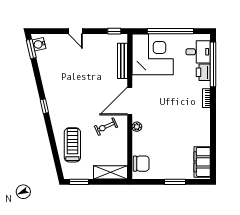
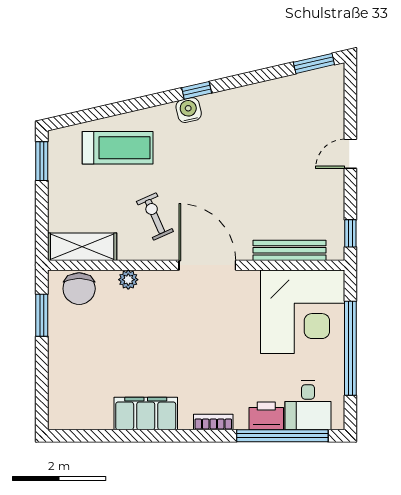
water cooler: (39, 44) -> (189, 110), moved
plant: (137, 127) -> (128, 280), moved
filing cabinet: (202, 162) -> (146, 414), moved
shelving: (111, 172) -> (82, 247), moved, turned 90
window: (175, 182) -> (42, 315), moved

